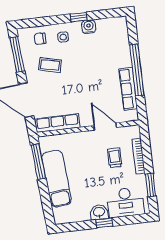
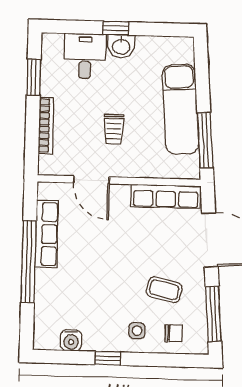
water cooler: (89, 27) -> (71, 340), moved
trolley: (115, 158) -> (114, 129), moved
desk: (125, 202) -> (85, 56), width x0.73

